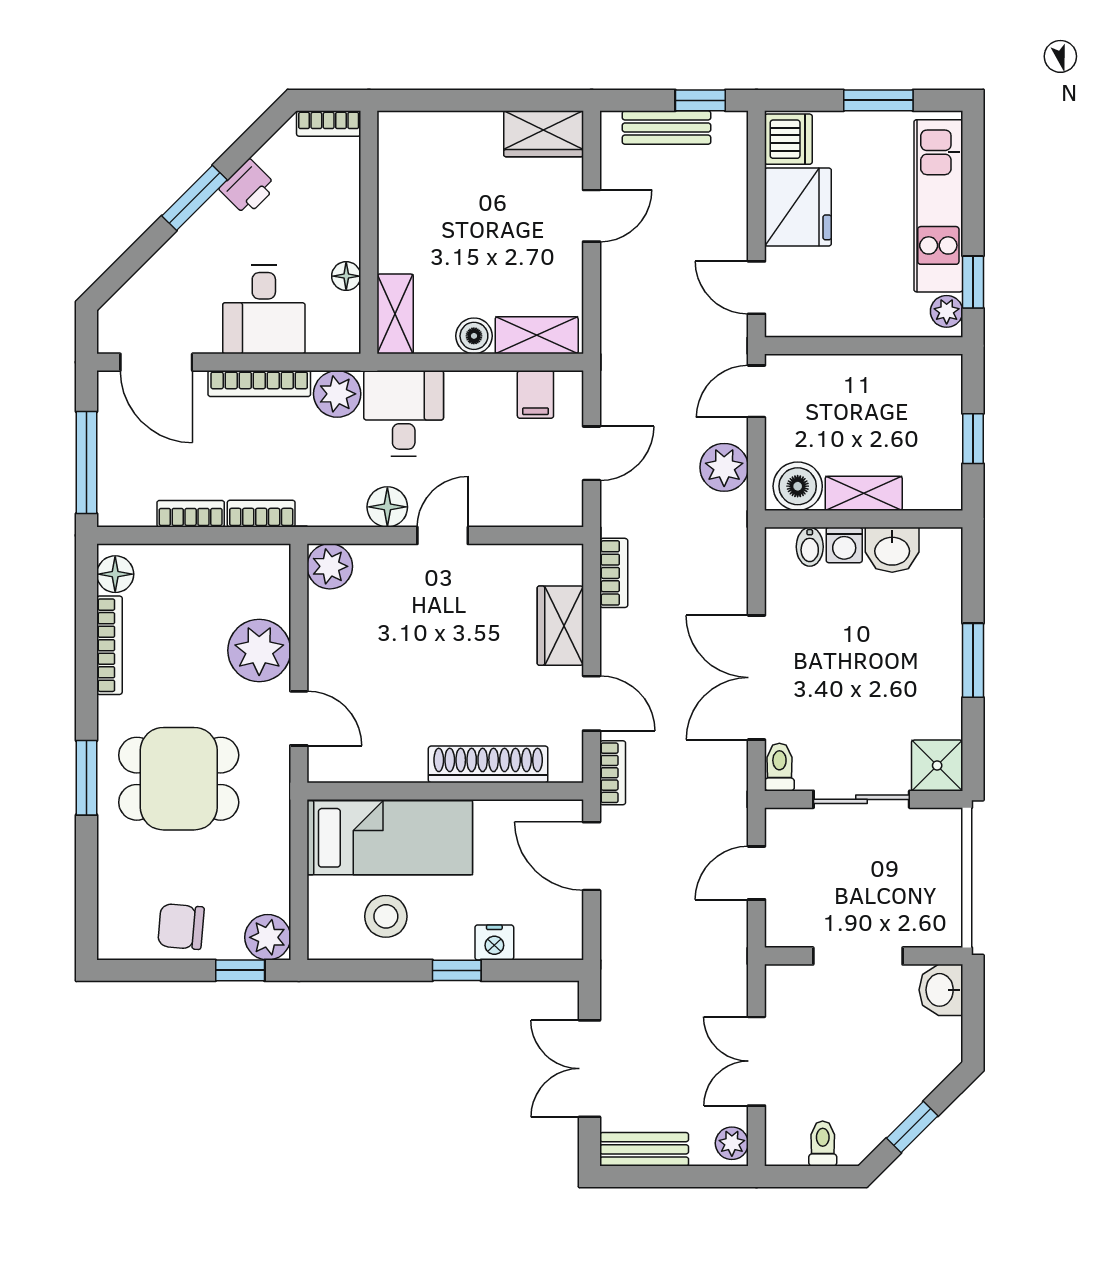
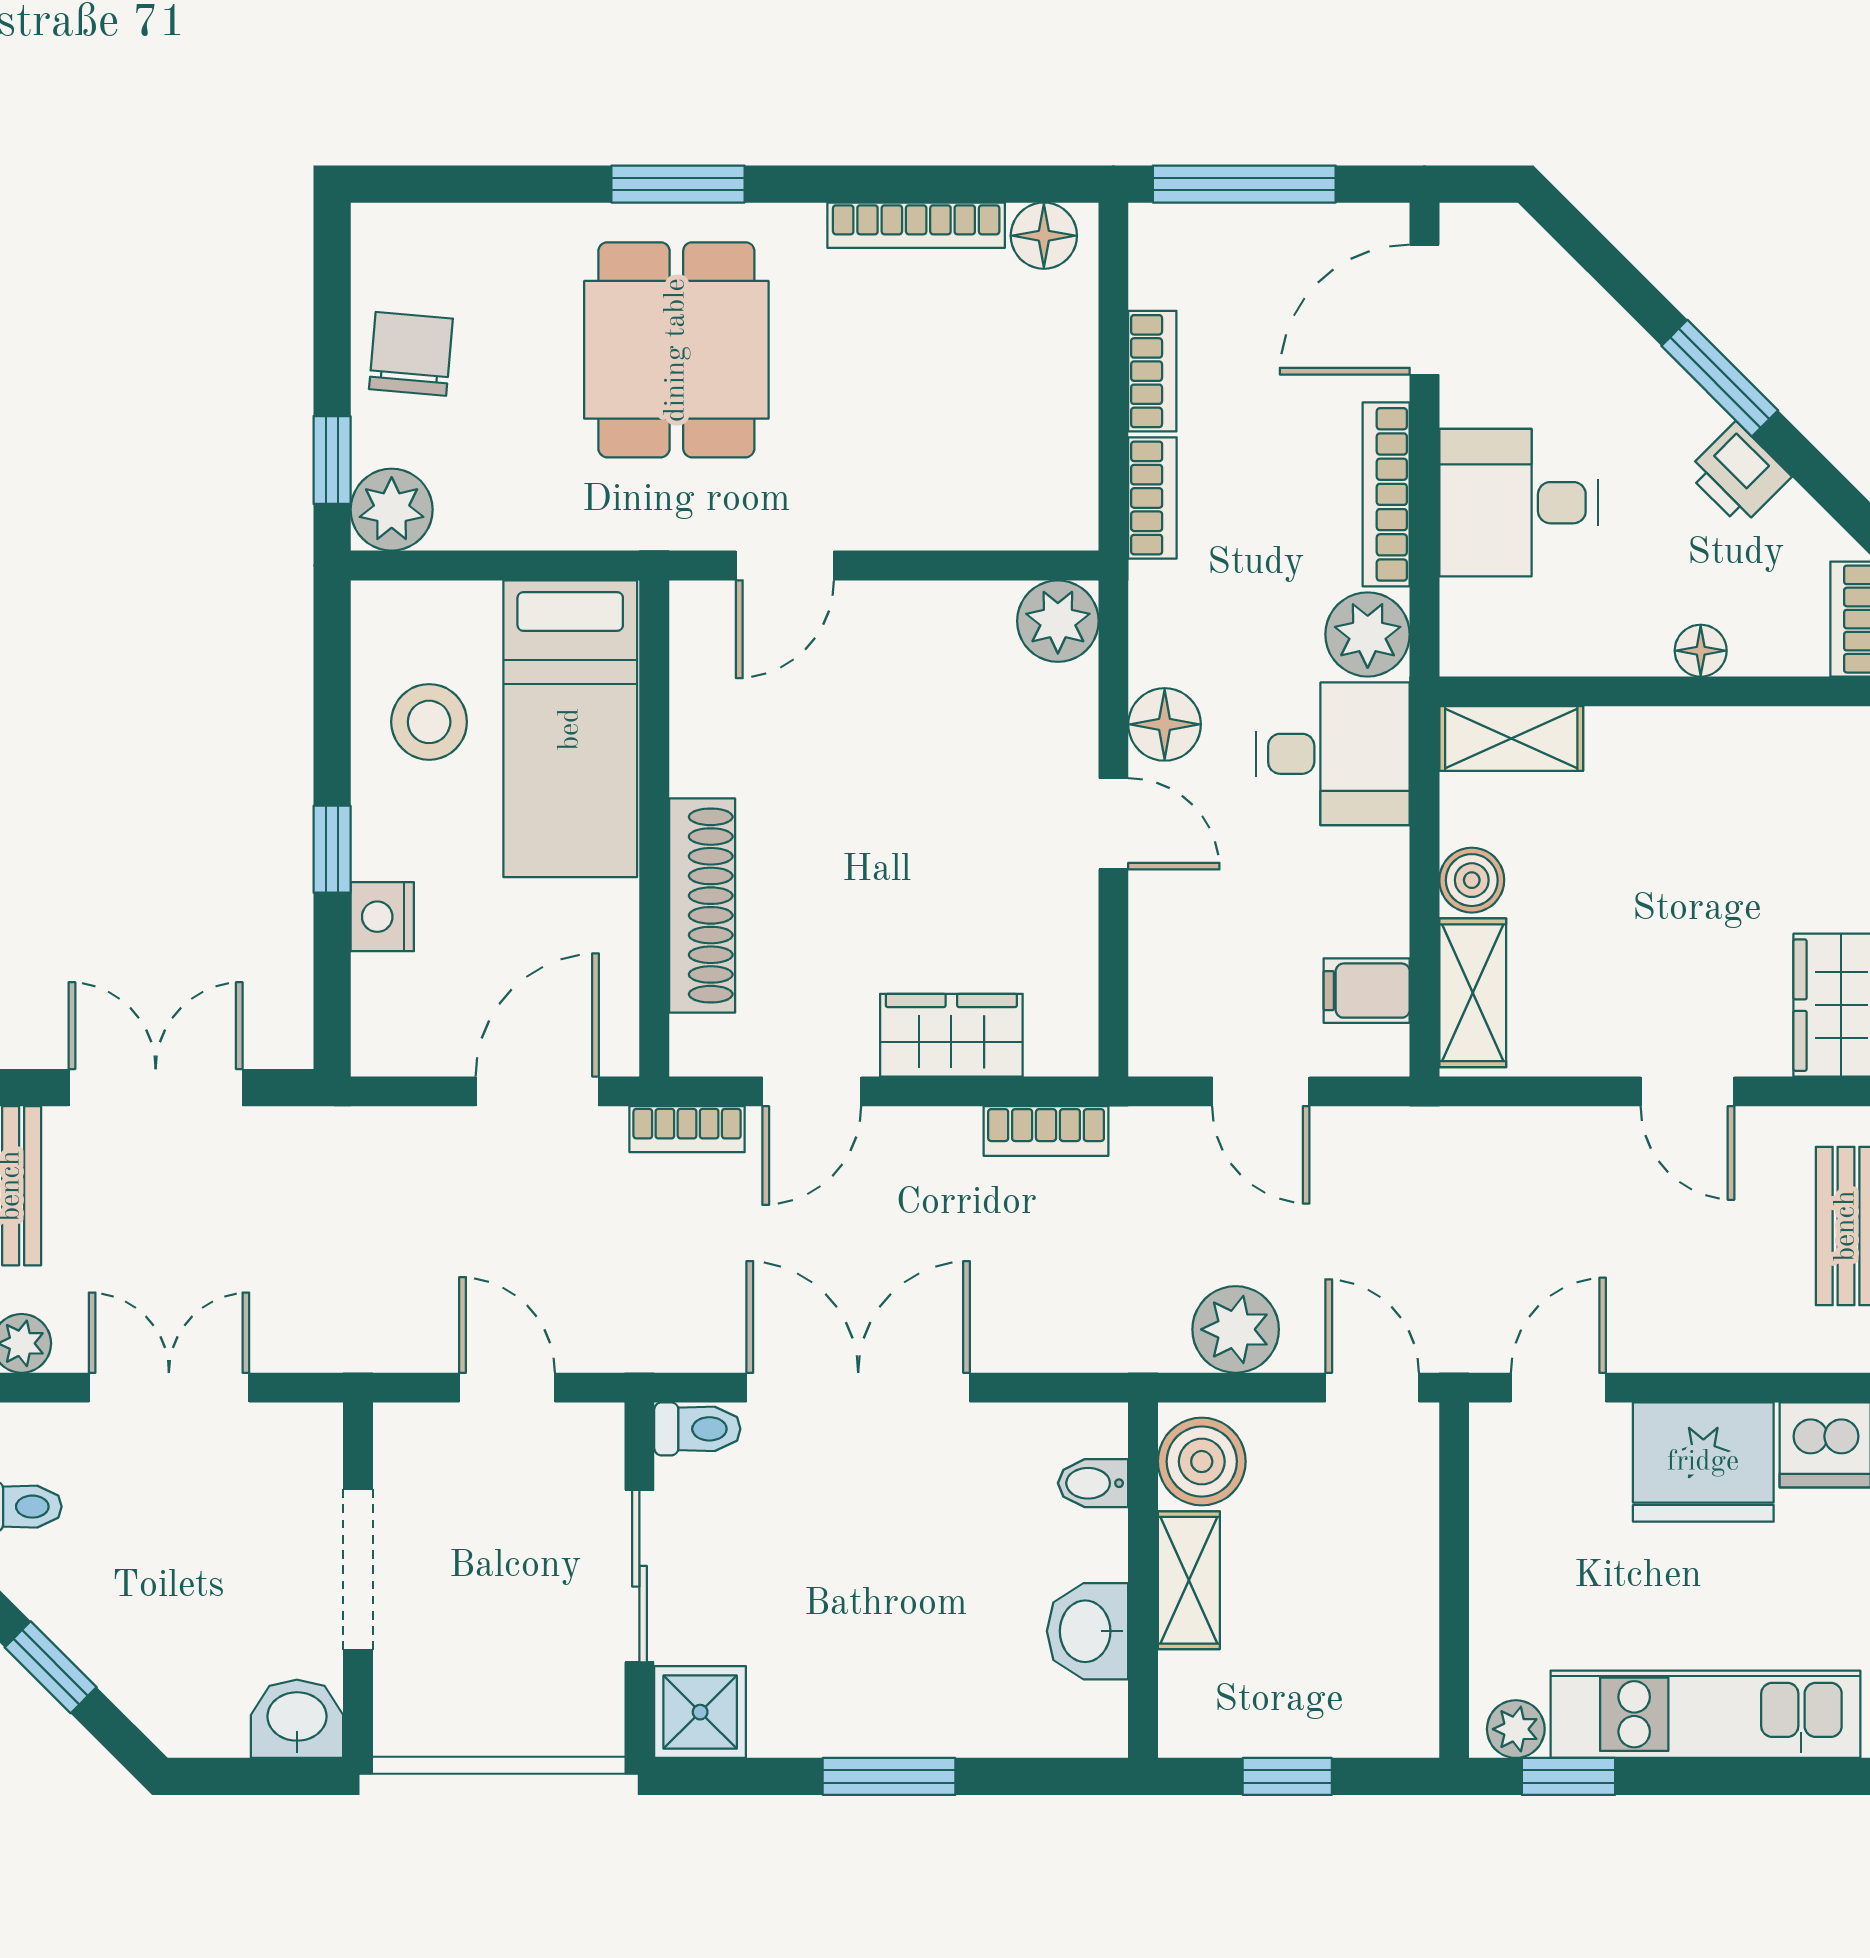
floor lamp: (346, 276) -> (1701, 651), moved
washing machine: (844, 545) -> (1096, 1545), removed
plant: (259, 650) -> (907, 494), removed

